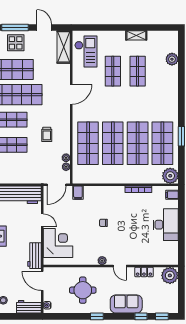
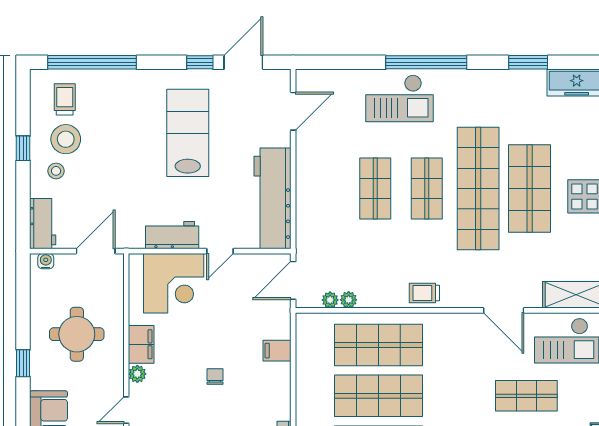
door: (71, 94) -> (504, 310), moved
trolley: (47, 134) -> (424, 293), moved
door: (57, 185) -> (293, 280), hinge flipped
filing cabinet: (78, 193) -> (277, 351), moved
workbench: (35, 256) -> (172, 235), moved
filing cabinet: (88, 259) -> (141, 344), added

